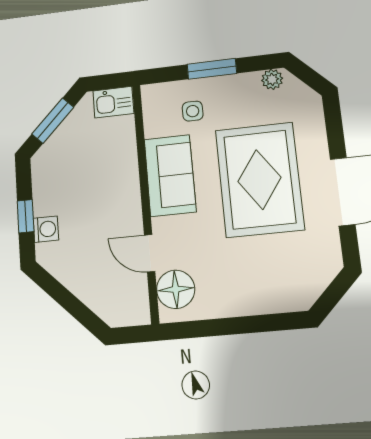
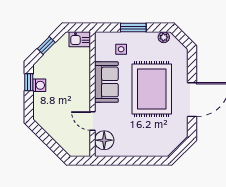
window: (53, 121) -> (46, 45), width x0.67
window: (26, 216) -> (29, 82), moved
washing machine: (46, 229) -> (39, 85), moved

